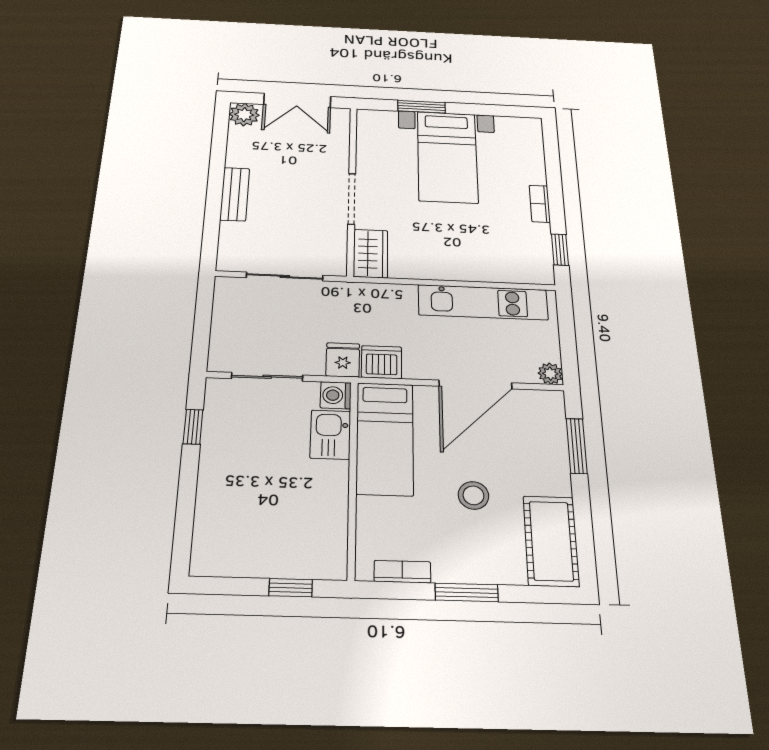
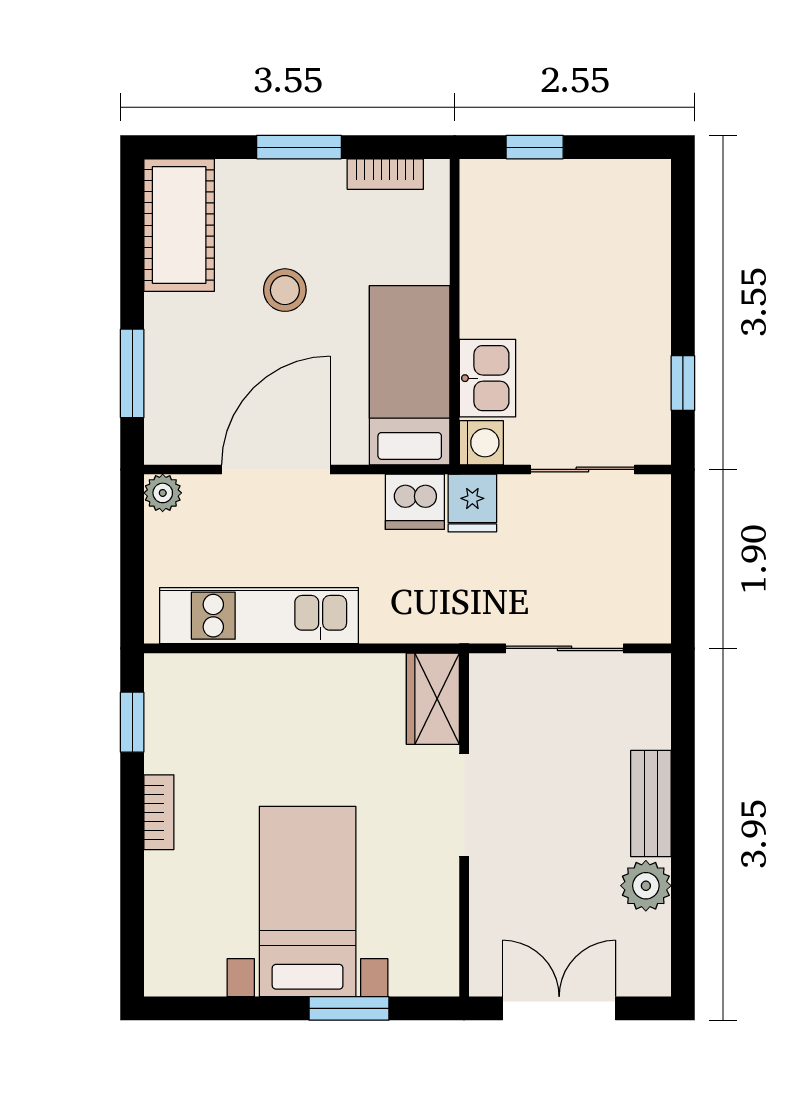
plant: (244, 115) -> (646, 886), moved

